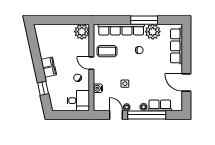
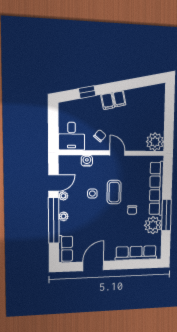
coffee table: (107, 51) -> (114, 192), moved
door: (91, 63) -> (117, 153), hinge flipped
row of seats: (160, 105) -> (66, 249), moved

